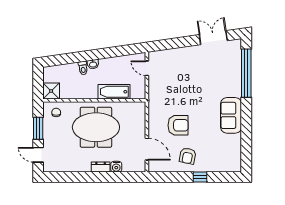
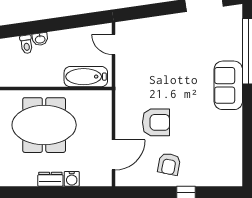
bathtub: (114, 92) -> (86, 77), moved
sofa: (231, 115) -> (228, 85), moved
door: (147, 149) -> (114, 155), hinge flipped

